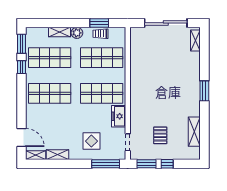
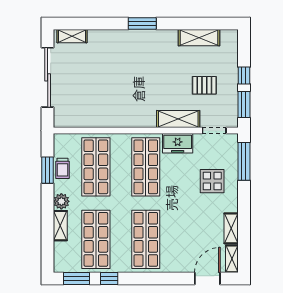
shelving: (136, 117) -> (178, 119), added

